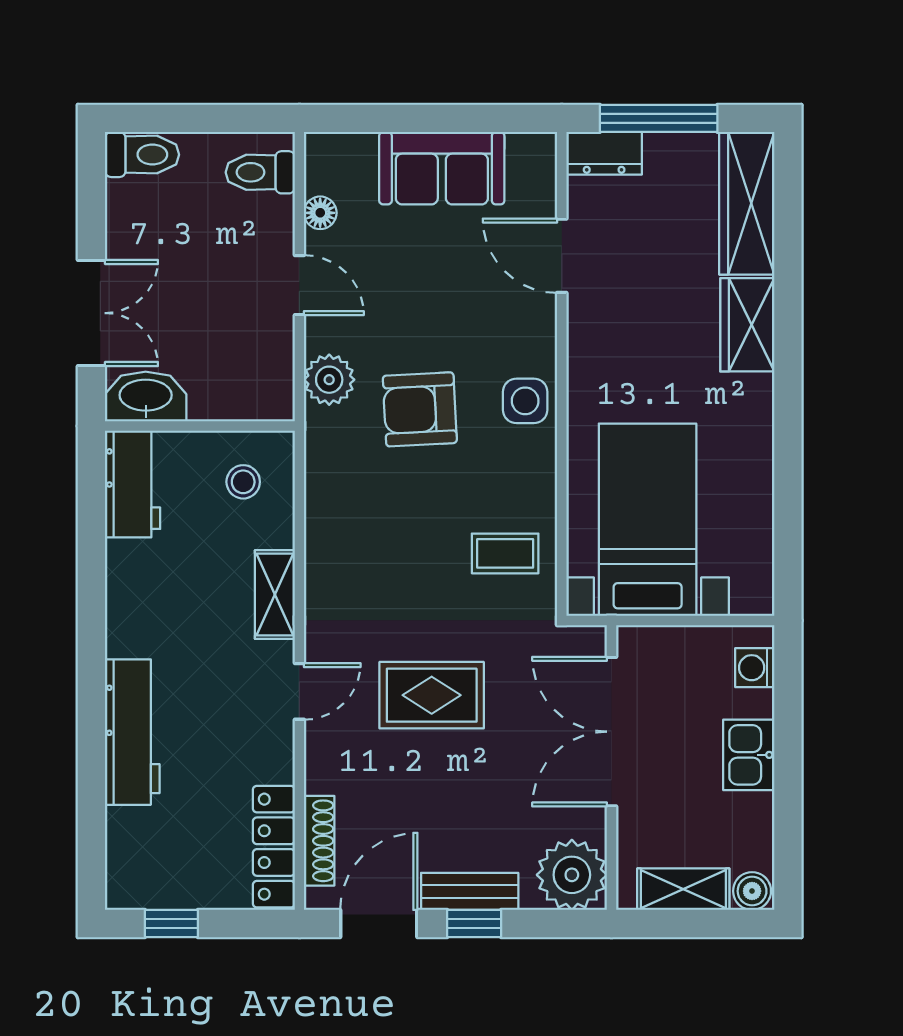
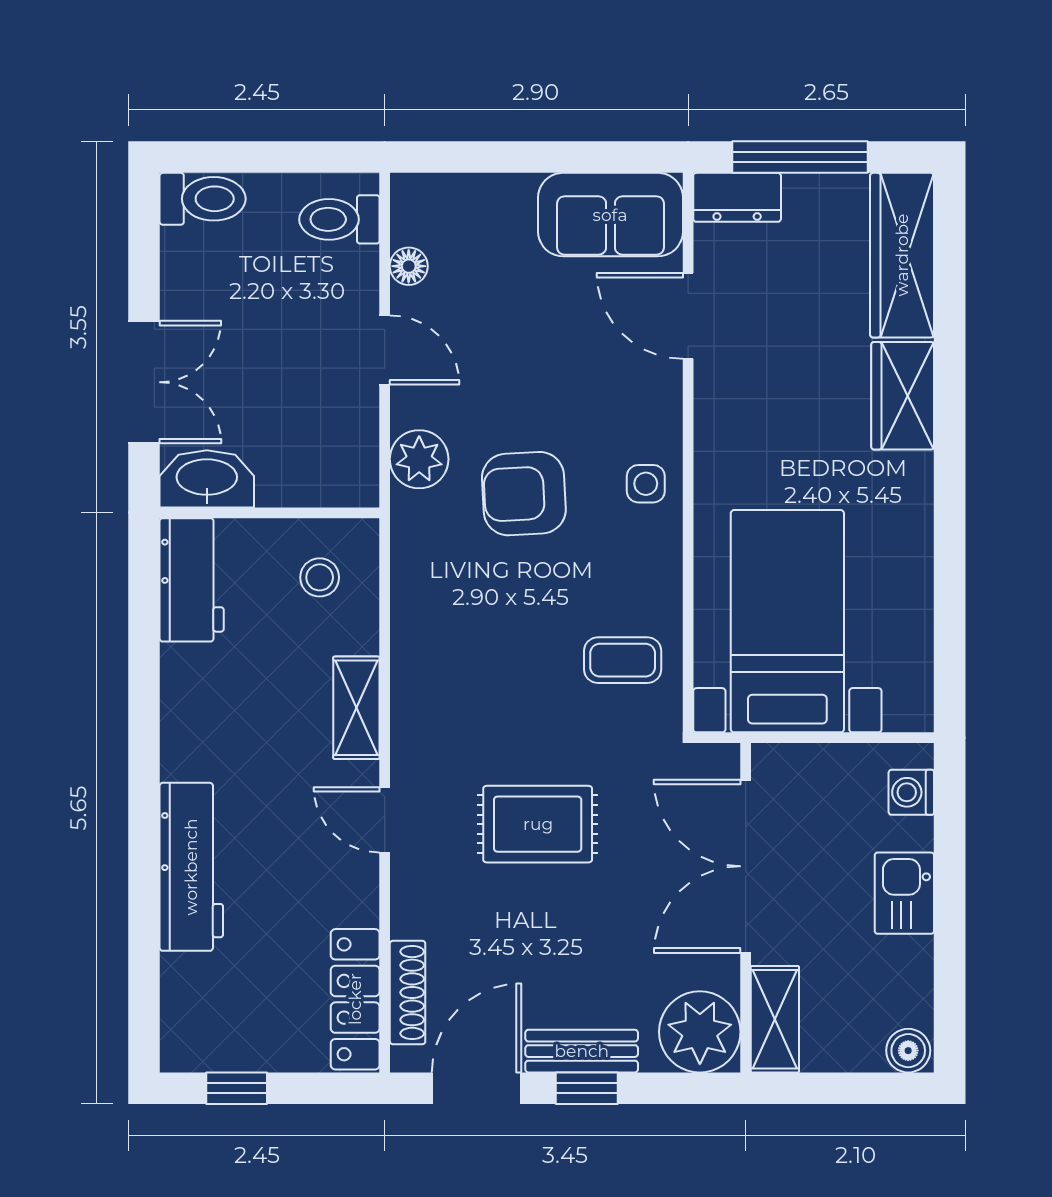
sofa: (442, 168) -> (610, 215), moved
side table: (525, 401) -> (646, 484), width x0.73, depth x0.73
door: (299, 691) -> (385, 820), swing flipped
shelving: (683, 889) -> (775, 1019), moved, turned 90

